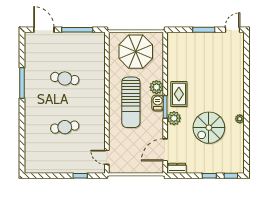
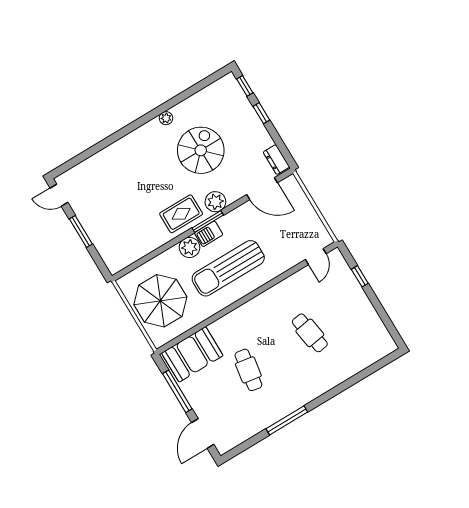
booth: (93, 51) -> (192, 354), added
sun lounger: (131, 102) -> (228, 268), turned 180
spiral stairs: (209, 128) -> (201, 150), turned -90

